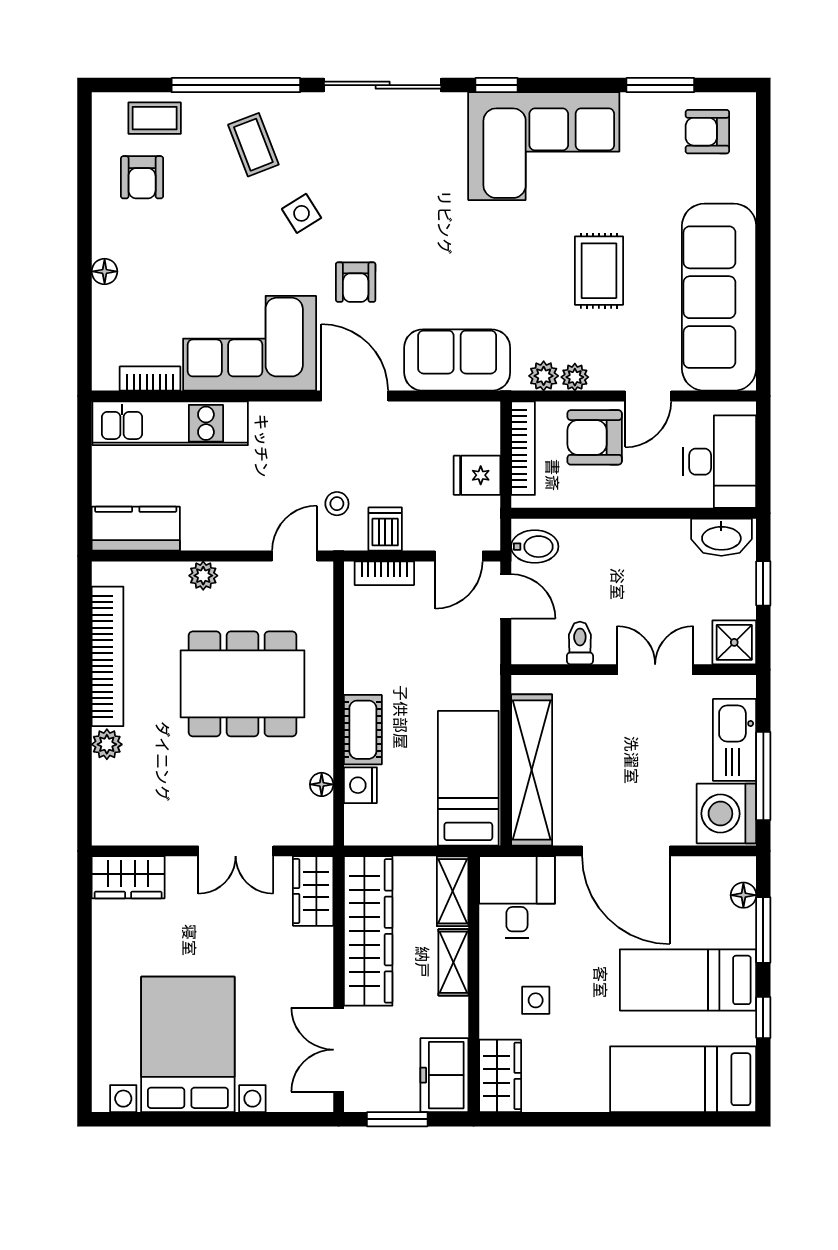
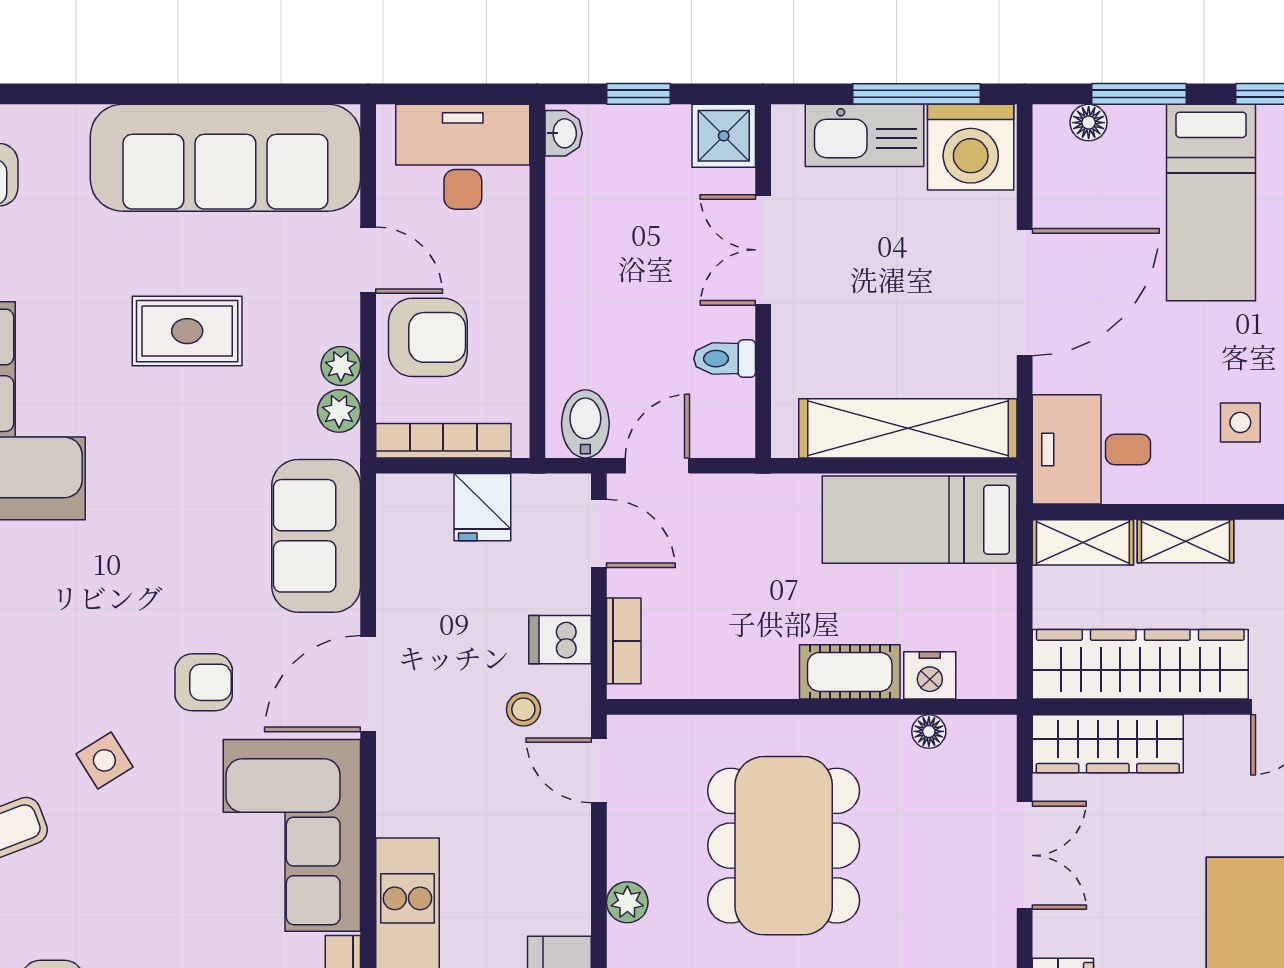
armchair: (595, 437) -> (428, 337), turned -90
washbasin: (721, 537) -> (564, 133), width x0.52, depth x0.69
wardrobe: (313, 891) -> (1108, 744), width x1.50

